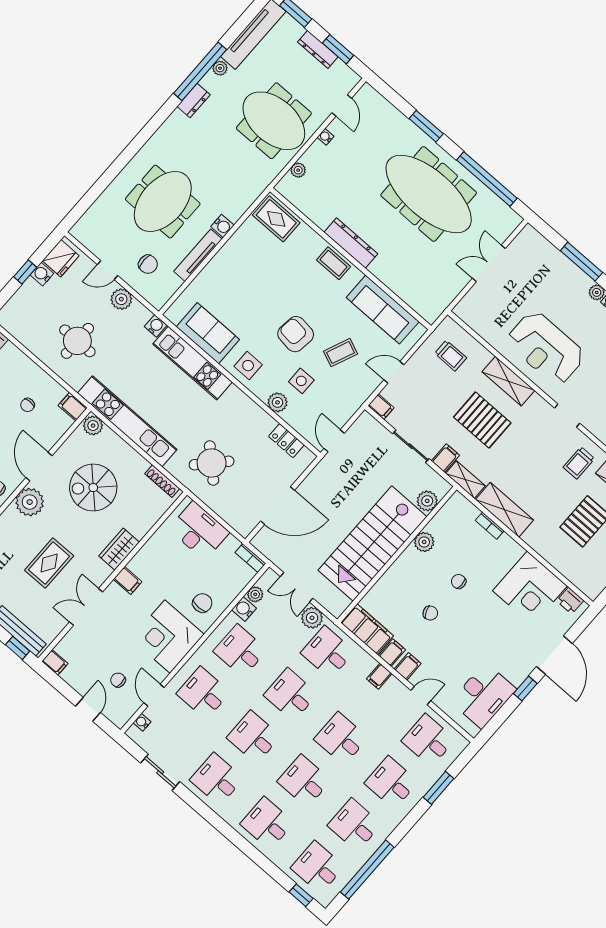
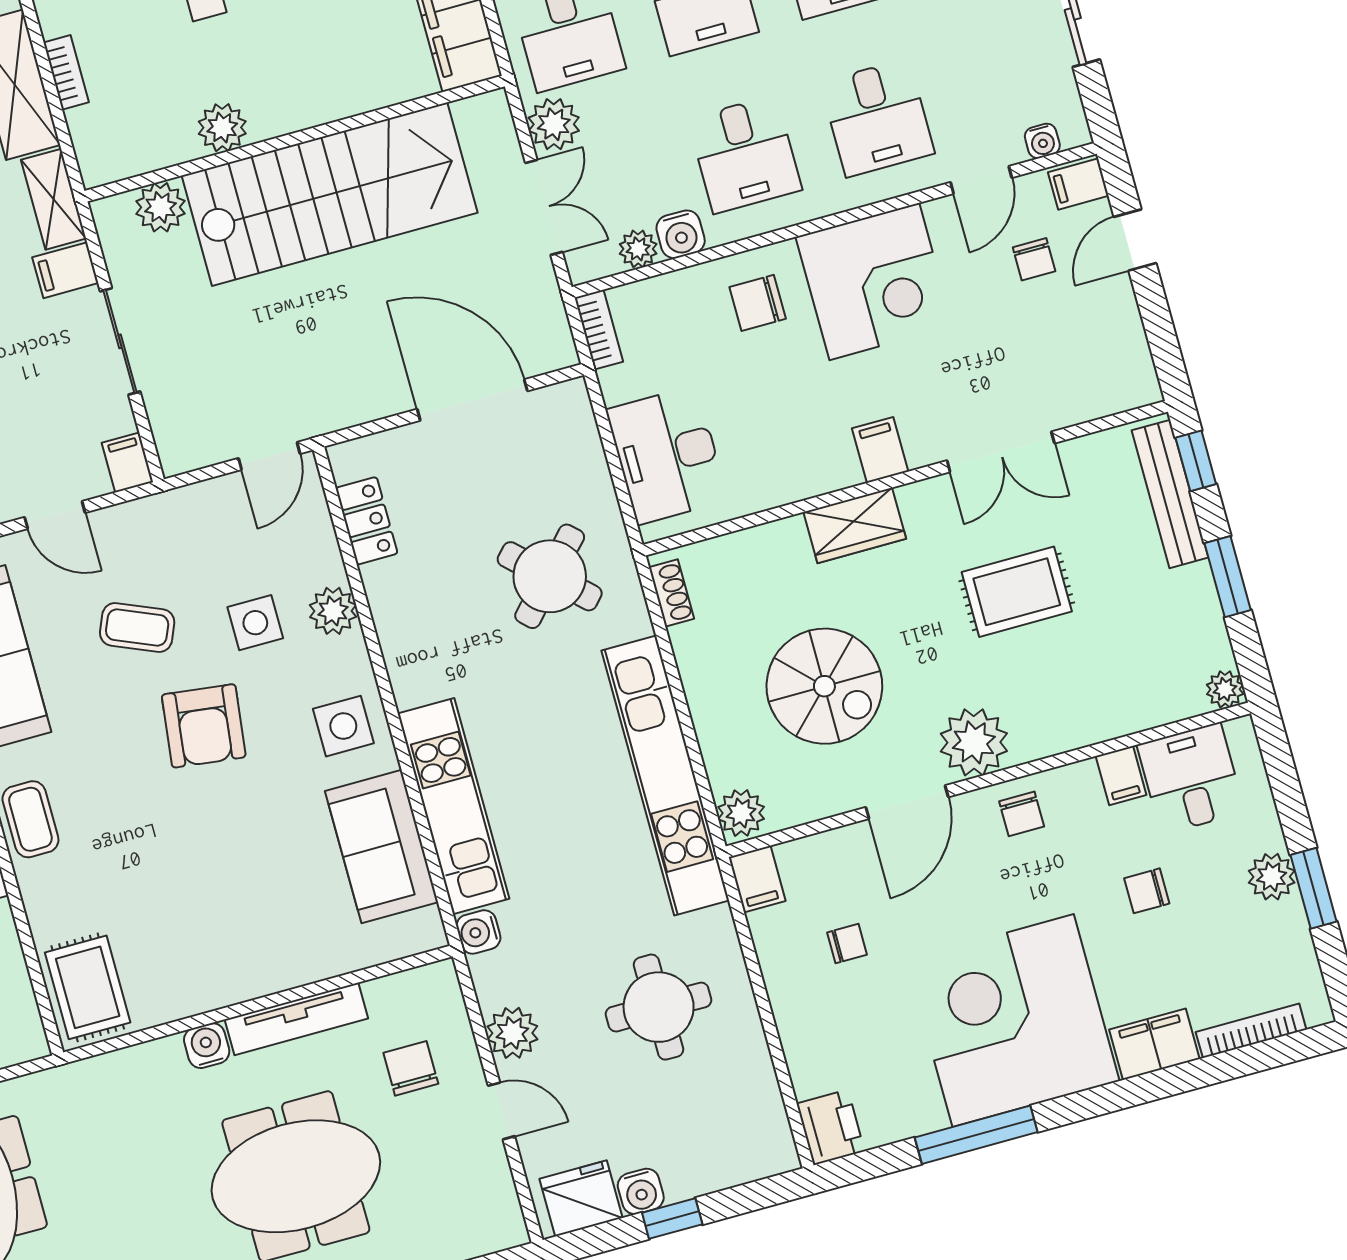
shoe rack: (162, 481) -> (671, 593), width x0.70
filing cabinet: (55, 662) -> (1078, 184), moved, turned -90

